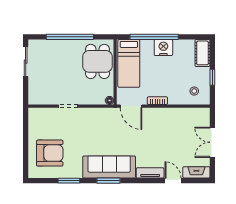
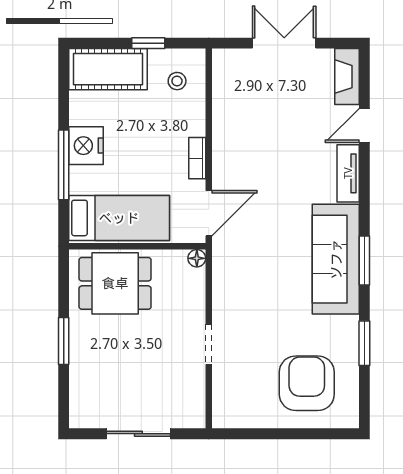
window: (70, 37) -> (64, 341), width x0.47
window: (154, 37) -> (64, 165), width x0.68
cot: (202, 53) -> (108, 69), width x1.37, depth x1.34
sliding door: (26, 62) -> (138, 434), moved
double door: (212, 142) -> (284, 43), swing flipped

